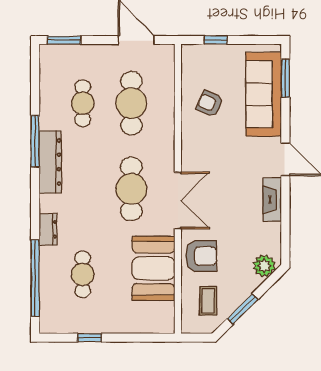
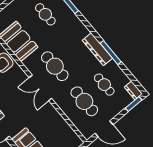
armchair: (210, 104) -> (52, 128), removed
double door: (178, 200) -> (40, 88), moved
dresser: (48, 229) -> (133, 90), moved

